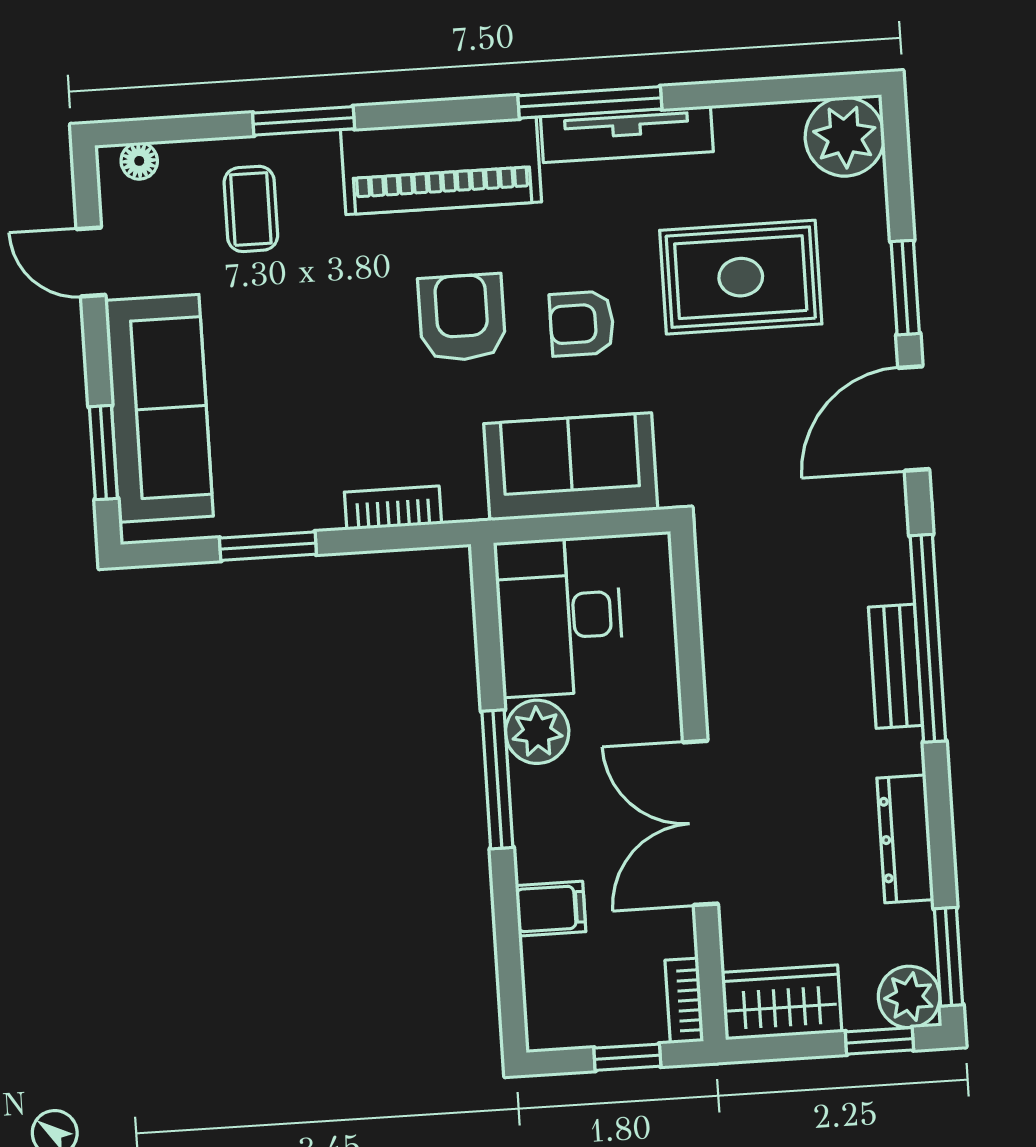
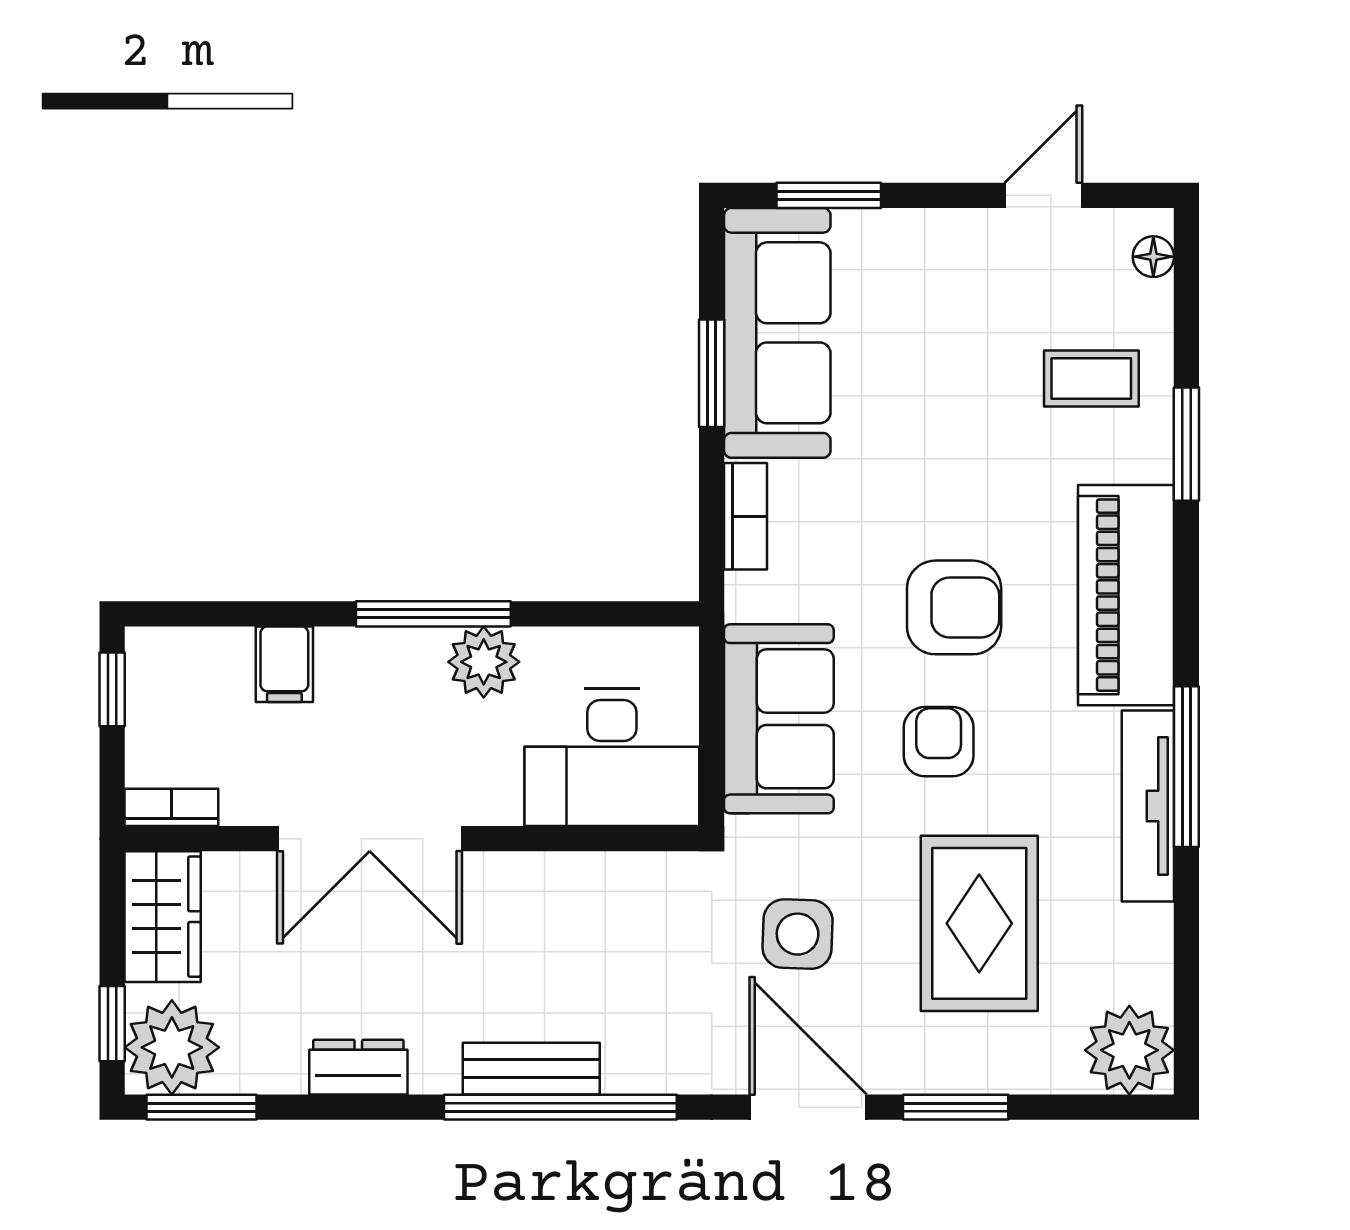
sofa: (159, 408) -> (777, 333), moved, turned -90
side table: (761, 438) -> (798, 934), added
desk: (559, 616) -> (612, 758), moved, turned 180
double door: (701, 823) -> (370, 839), swing flipped
dresser: (905, 839) -> (358, 1067), width x0.70
plant: (909, 997) -> (172, 1047), width x1.36, depth x1.36
window: (627, 1057) -> (112, 689), moved

